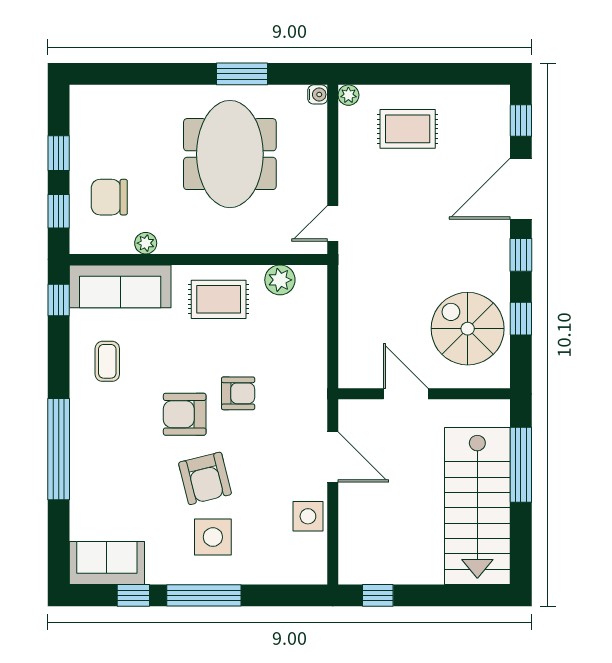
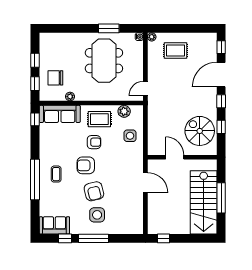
coffee table: (107, 361) -> (56, 174), moved
armchair: (238, 393) -> (94, 142), moved
window: (521, 465) -> (221, 198), moved
side table: (308, 516) -> (130, 136), moved

